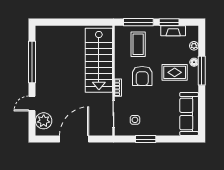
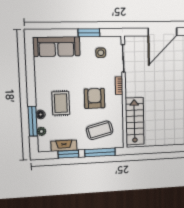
coffee table: (138, 44) -> (100, 130), turned 76
stairs: (99, 60) -> (135, 121), width x0.73, depth x0.66
window: (202, 71) -> (33, 121), moved
rug: (175, 72) -> (61, 103), turned 90
sofa: (189, 114) -> (56, 47), moved, turned 90

